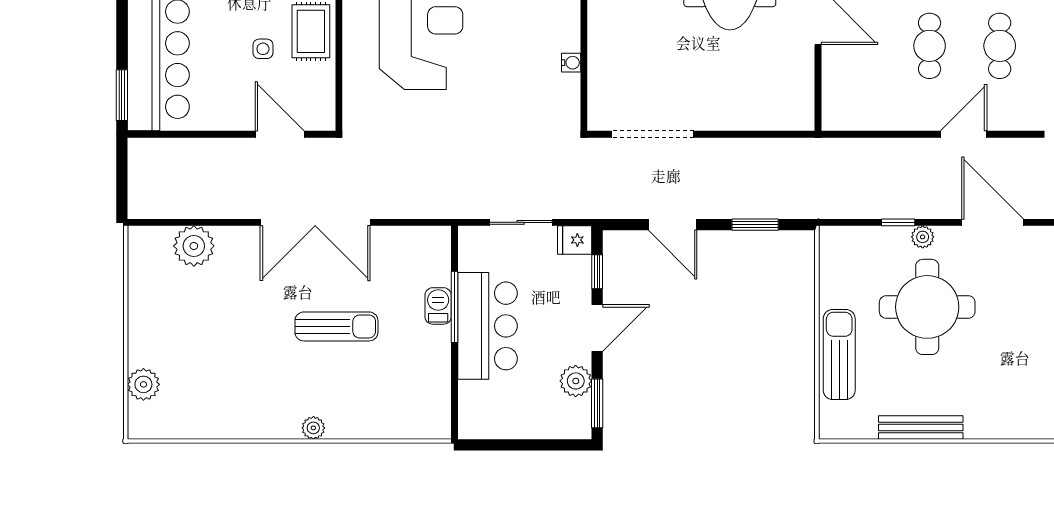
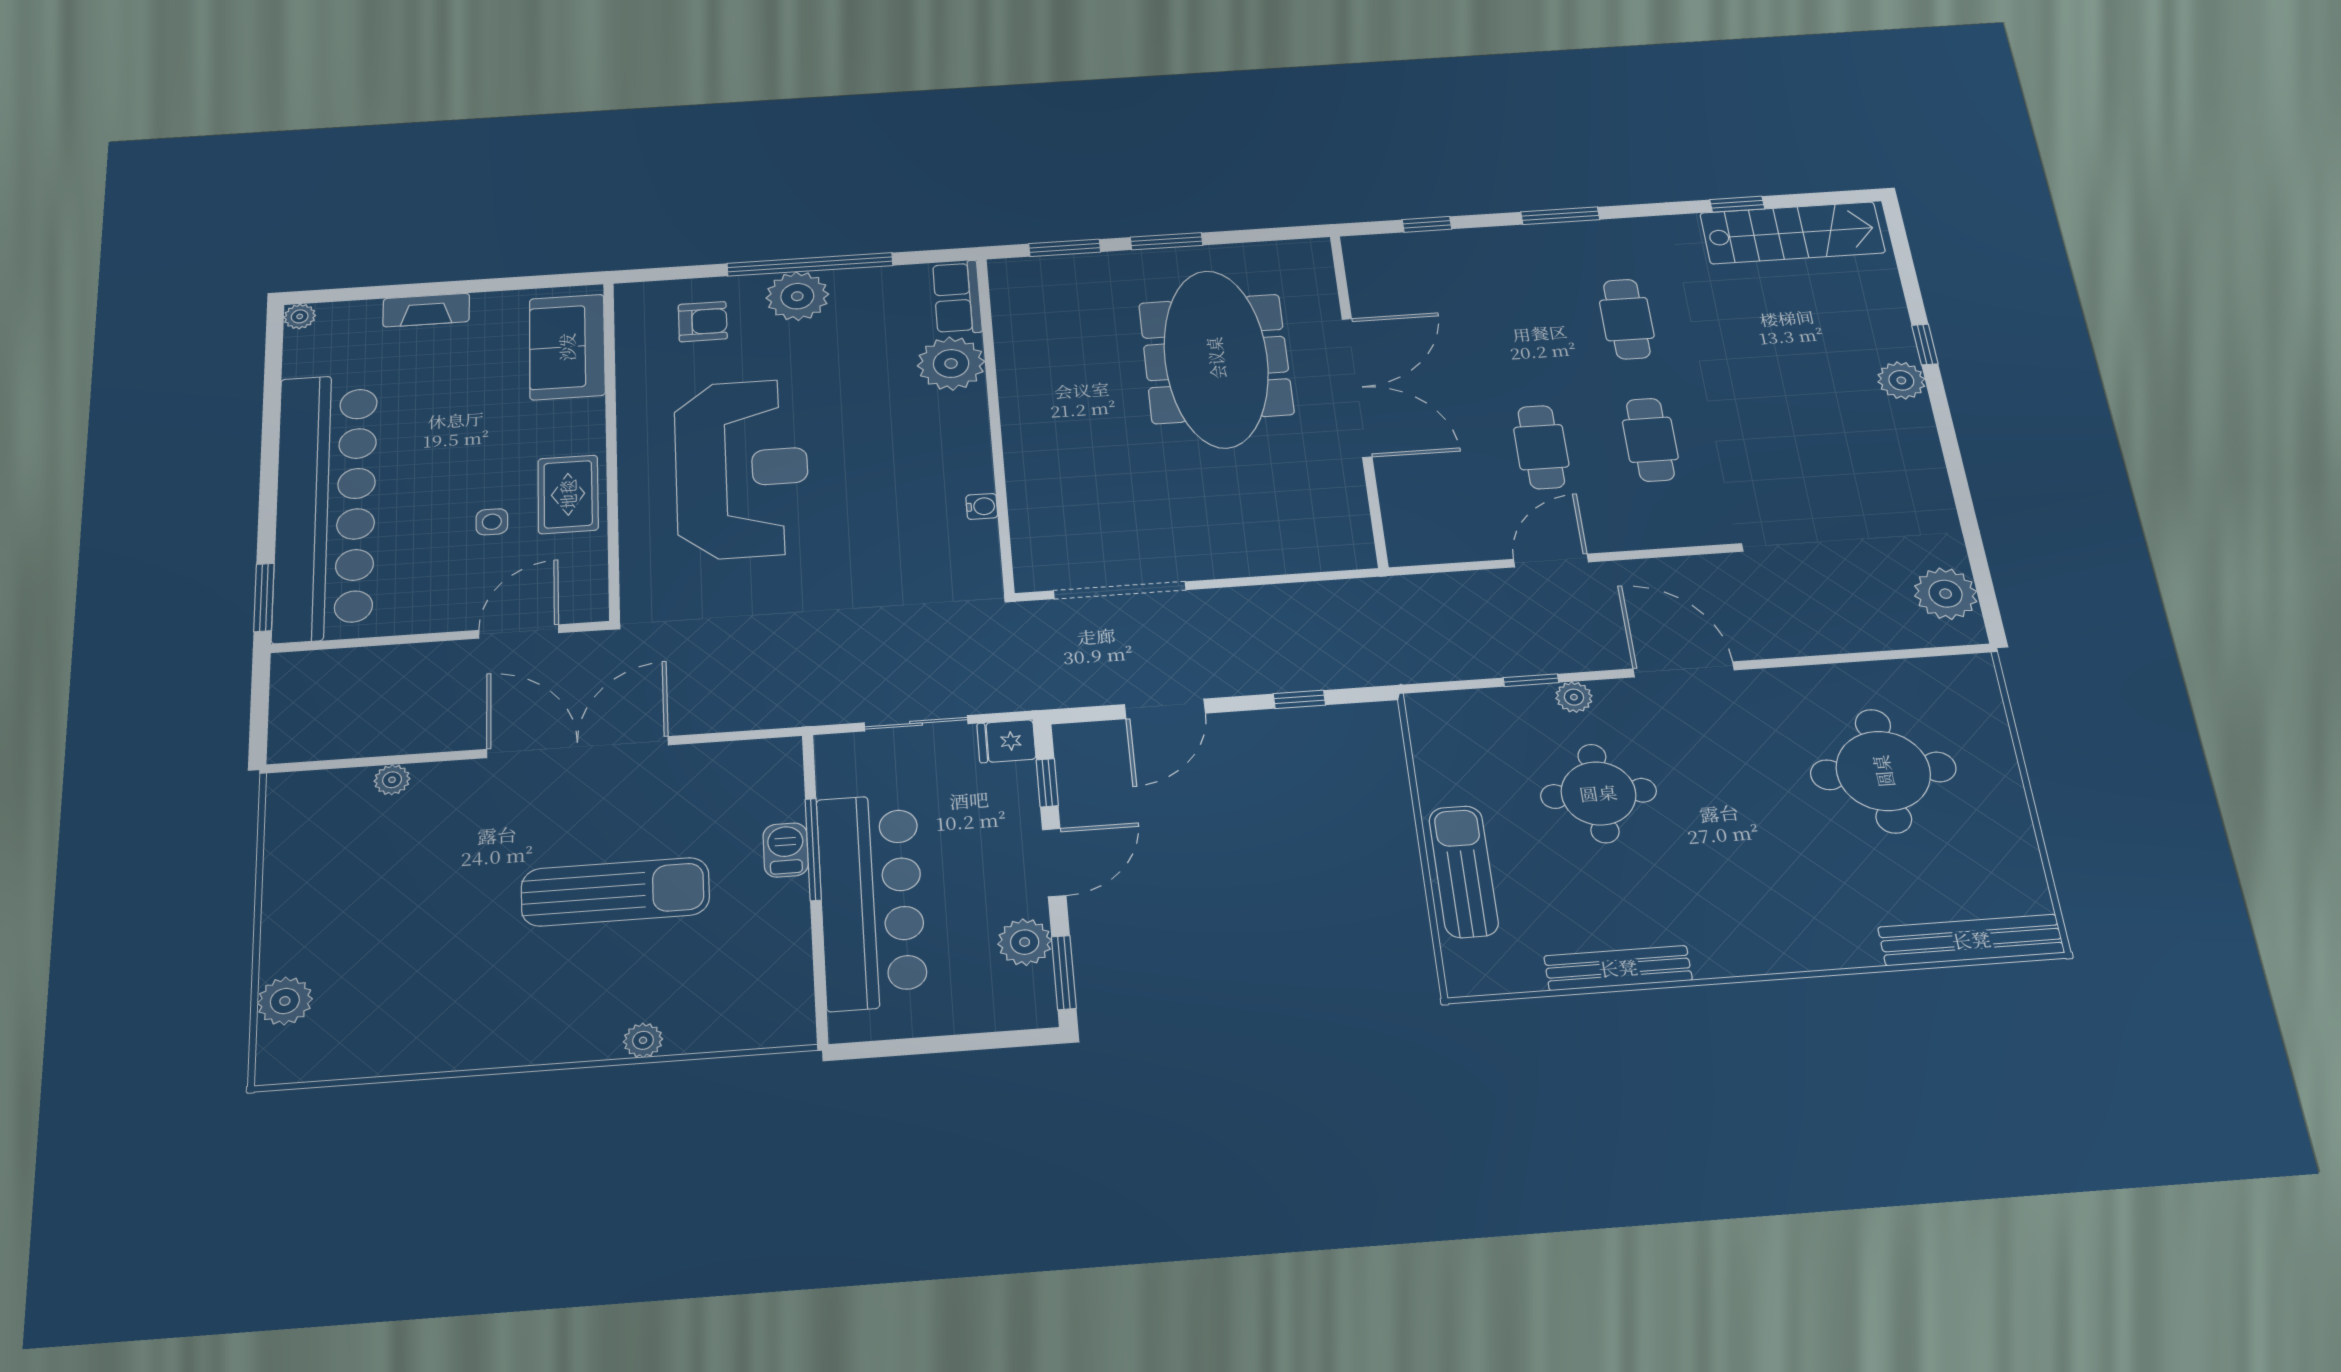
door: (280, 134) -> (519, 632), hinge flipped
door: (964, 134) -> (1551, 561), moved
double door: (315, 222) -> (578, 747), swing flipped
door: (673, 225) -> (1165, 709), hinge flipped
window: (755, 225) -> (1299, 699), width x0.67
plant: (194, 246) -> (392, 780), width x0.53, depth x0.53
round table: (927, 307) -> (1598, 793), width x0.73, depth x0.73
sun lounger: (336, 326) -> (615, 892), width x1.36, depth x1.34
bar counter: (487, 326) -> (872, 901), width x1.36
plant: (313, 428) -> (643, 1040), moved

